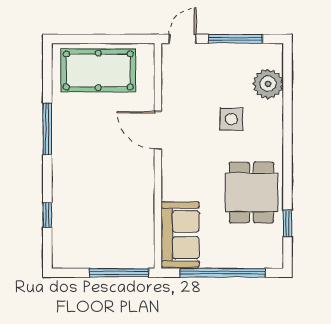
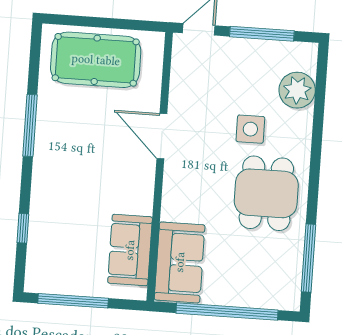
dining table: (251, 193) -> (266, 193), moved
window: (287, 223) -> (309, 258), width x2.17
sofa: (138, 227) -> (130, 250), added
window: (119, 273) -> (73, 301), moved

